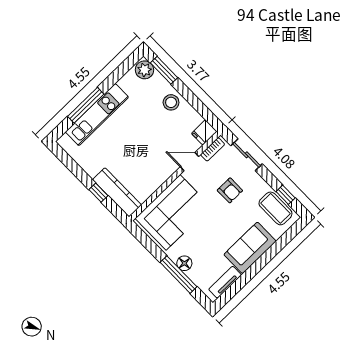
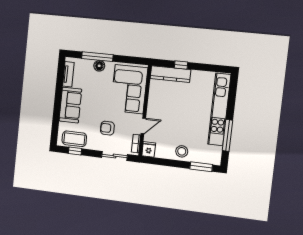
plant: (144, 70) -> (213, 158), removed
window: (86, 105) -> (227, 135), moved
kitchen unit: (97, 115) -> (219, 109), width x1.36

